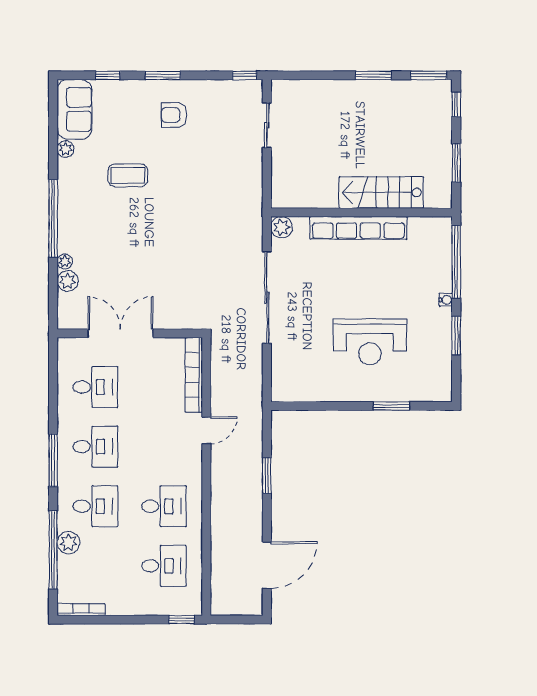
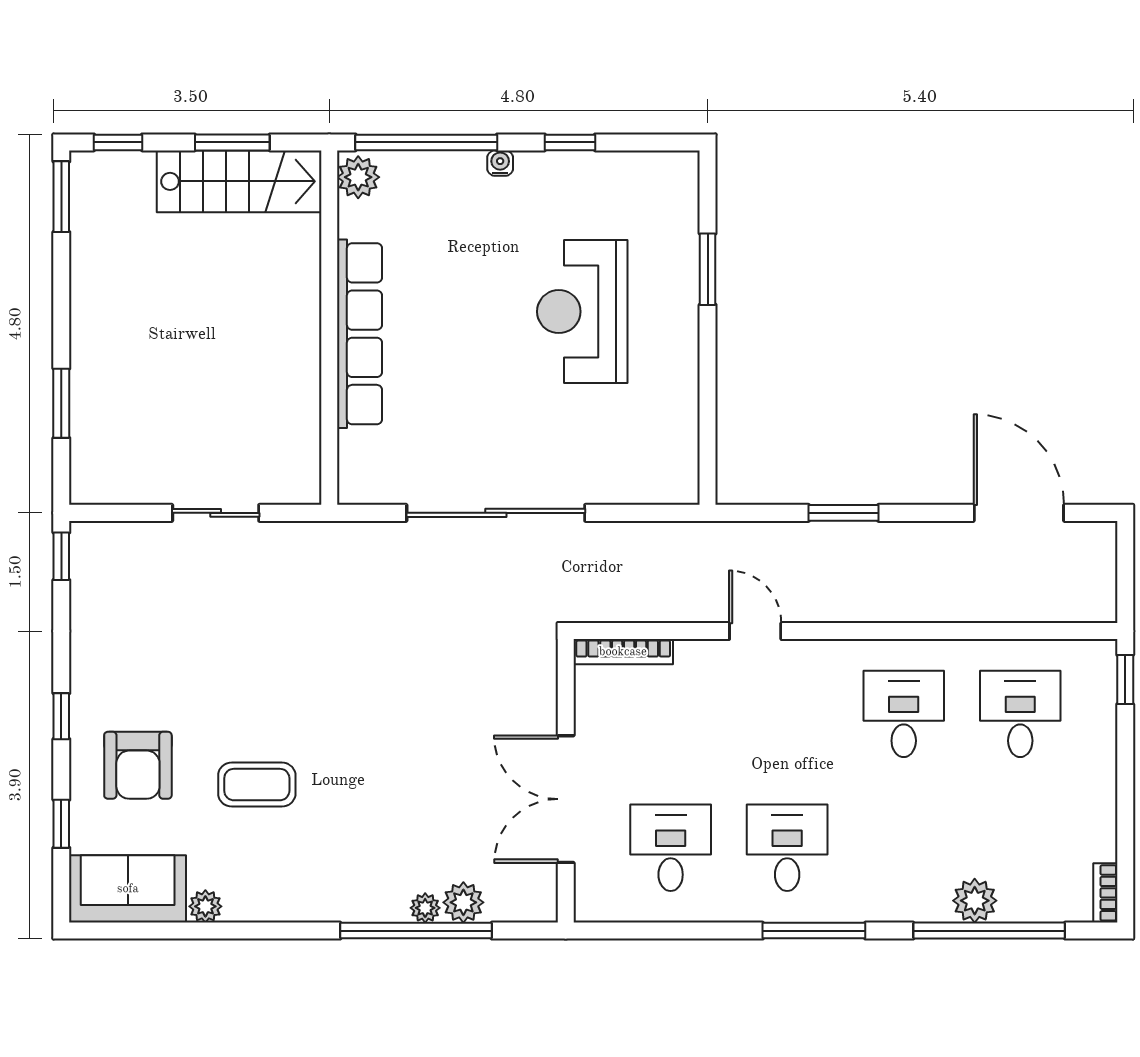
window: (163, 75) -> (61, 716), width x0.67
window: (373, 75) -> (61, 403), moved
armchair: (174, 115) -> (138, 765), moved, width x1.38, depth x1.38
sliding door: (267, 125) -> (216, 513), moved
coffee table: (128, 175) -> (257, 785), turned 90
stairs: (381, 192) -> (239, 181), moved, turned -90
window: (53, 218) -> (416, 931), moved
plant: (282, 227) -> (358, 177), moved
window: (456, 336) -> (570, 142), width x0.67
reception desk: (370, 342) -> (582, 312), turned 180
bookcase: (194, 375) -> (623, 652), width x0.68, depth x0.76
desk: (96, 506) -> (904, 848), removed
bookcase: (81, 609) -> (1105, 893), width x0.64

